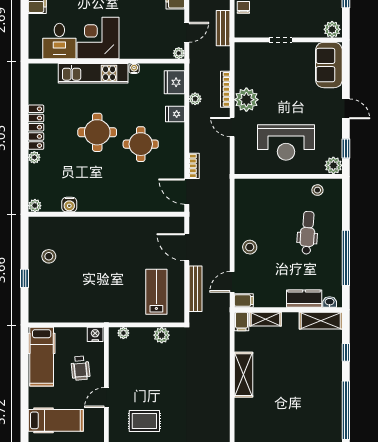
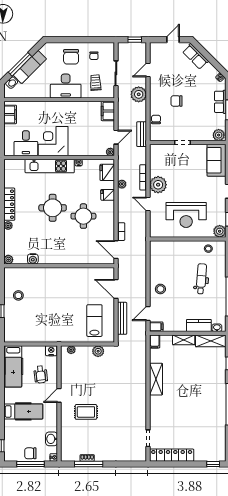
shelving: (265, 319) -> (184, 340), moved

